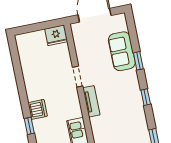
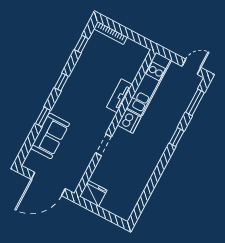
tv unit: (91, 101) -> (119, 96), moved
dishwasher: (38, 109) -> (129, 121), moved, turned 180

